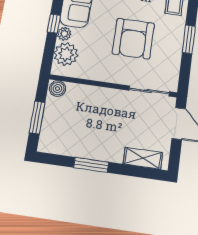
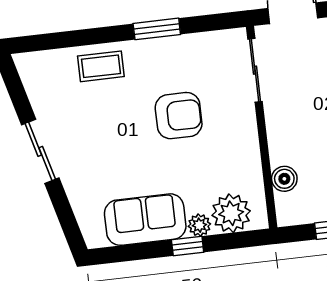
armchair: (133, 39) -> (179, 116), width x0.73, depth x0.73
boiler: (57, 89) -> (284, 179), moved

